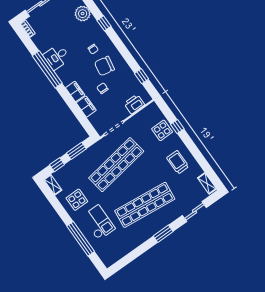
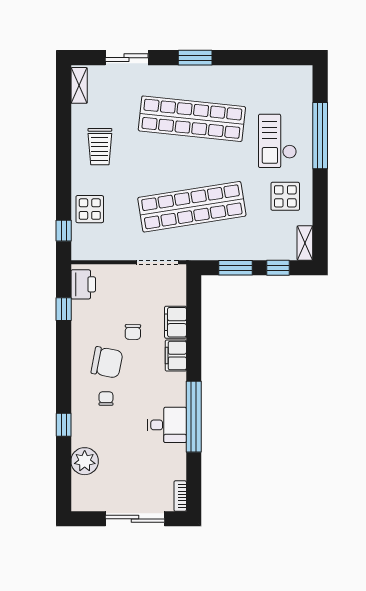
printer: (134, 104) -> (83, 284), moved, turned -90
window: (177, 126) -> (64, 231), moved

